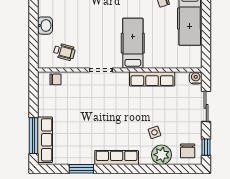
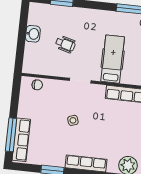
wheelchair: (64, 52) -> (65, 44), moved
side table: (154, 132) -> (73, 120), moved

